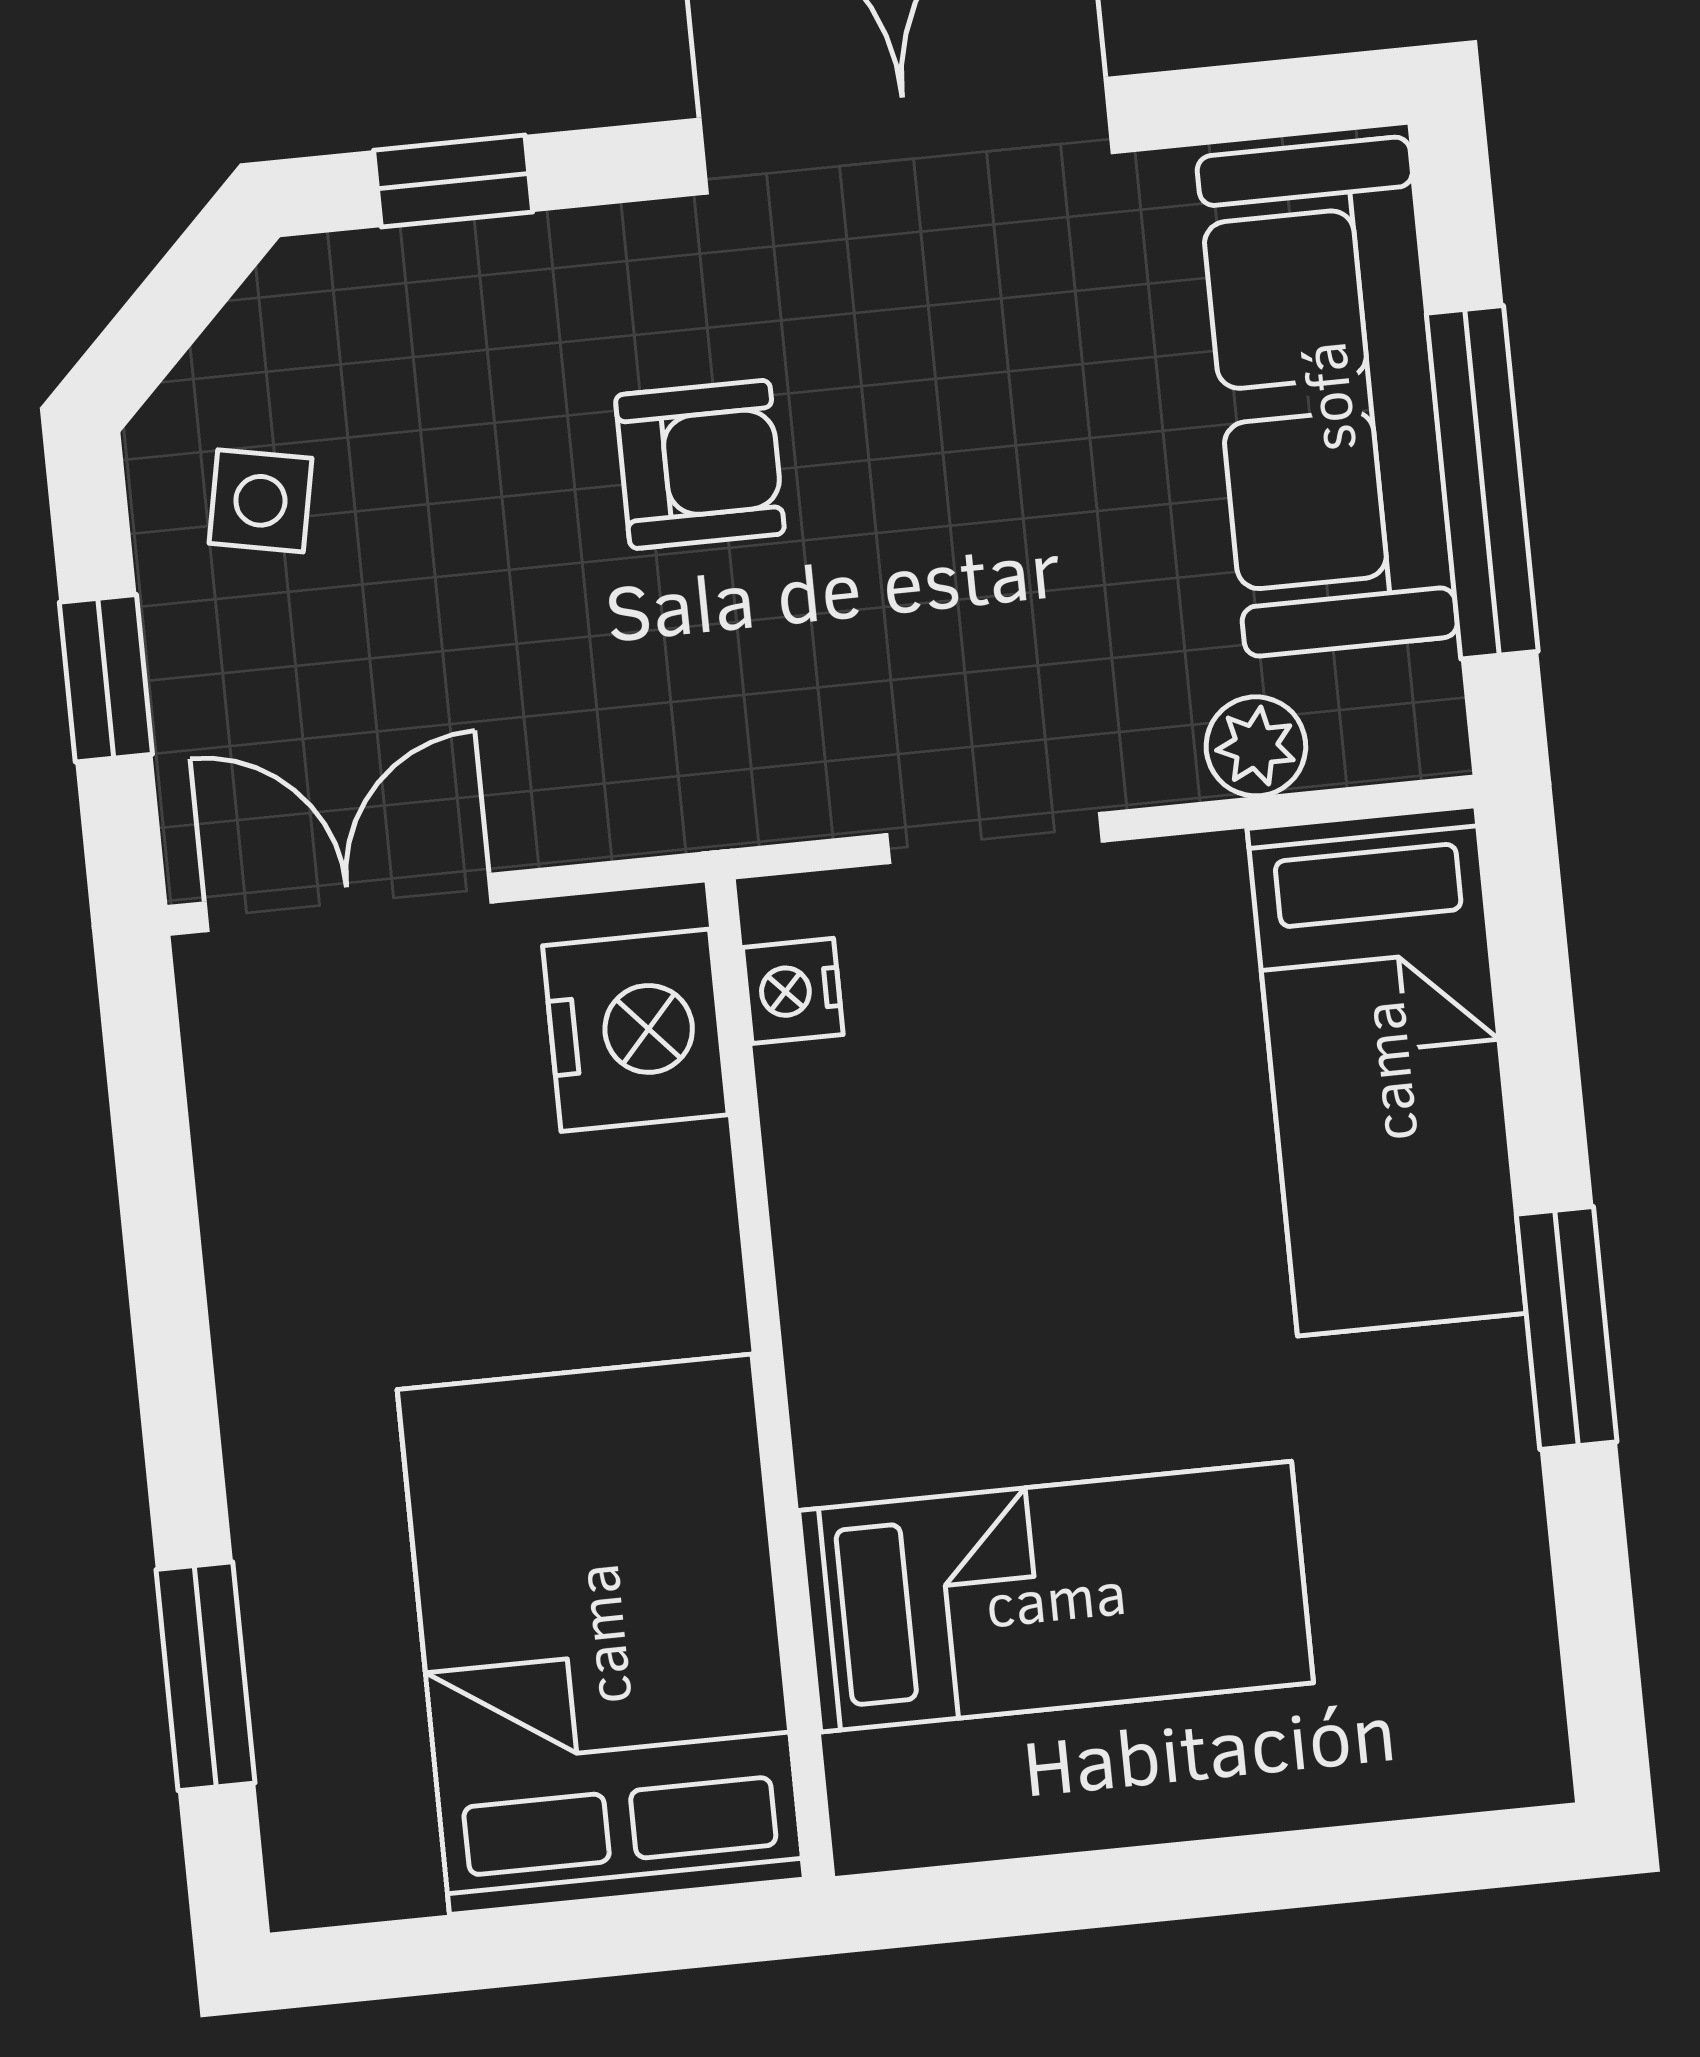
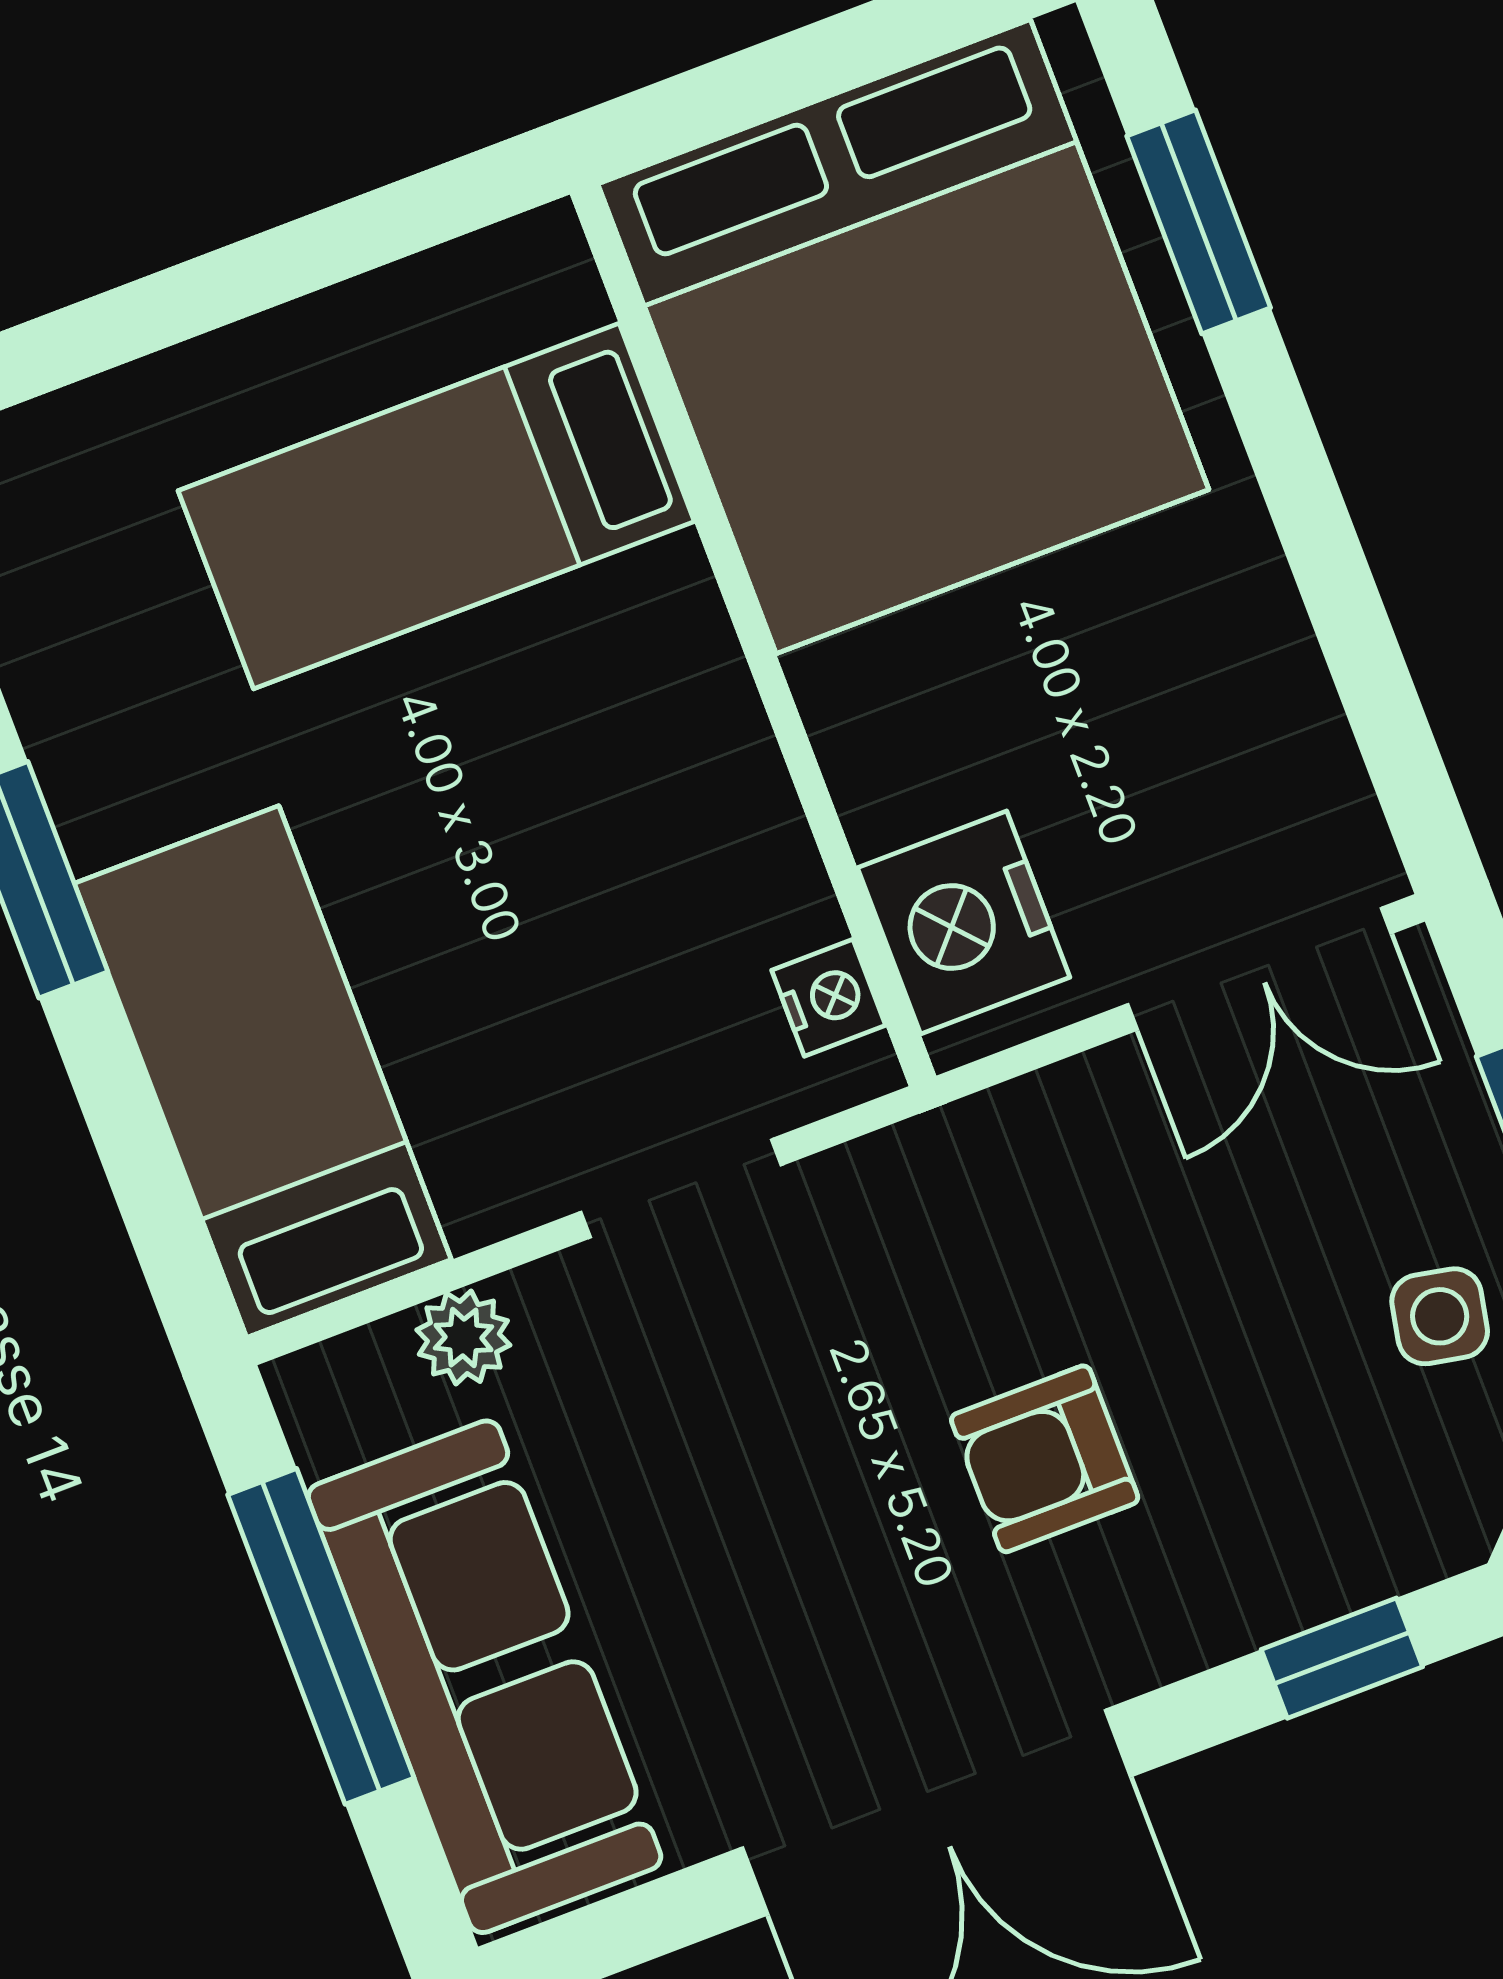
bed: (601, 1634) -> (903, 337), width x1.36

